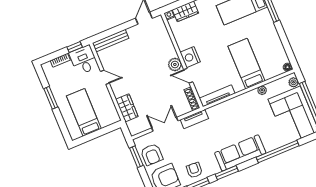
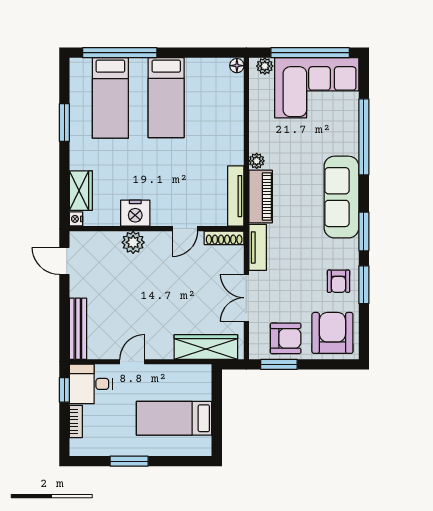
nightstand: (190, 57) -> (135, 213), moved
plant: (175, 64) -> (133, 242), moved
bed: (247, 64) -> (166, 98), moved, turned -90
plant: (262, 90) -> (257, 161), moved
wardrobe: (127, 108) -> (206, 347), width x1.50
piano: (222, 109) -> (261, 197), added
armchair: (194, 170) -> (339, 281), turned -94

